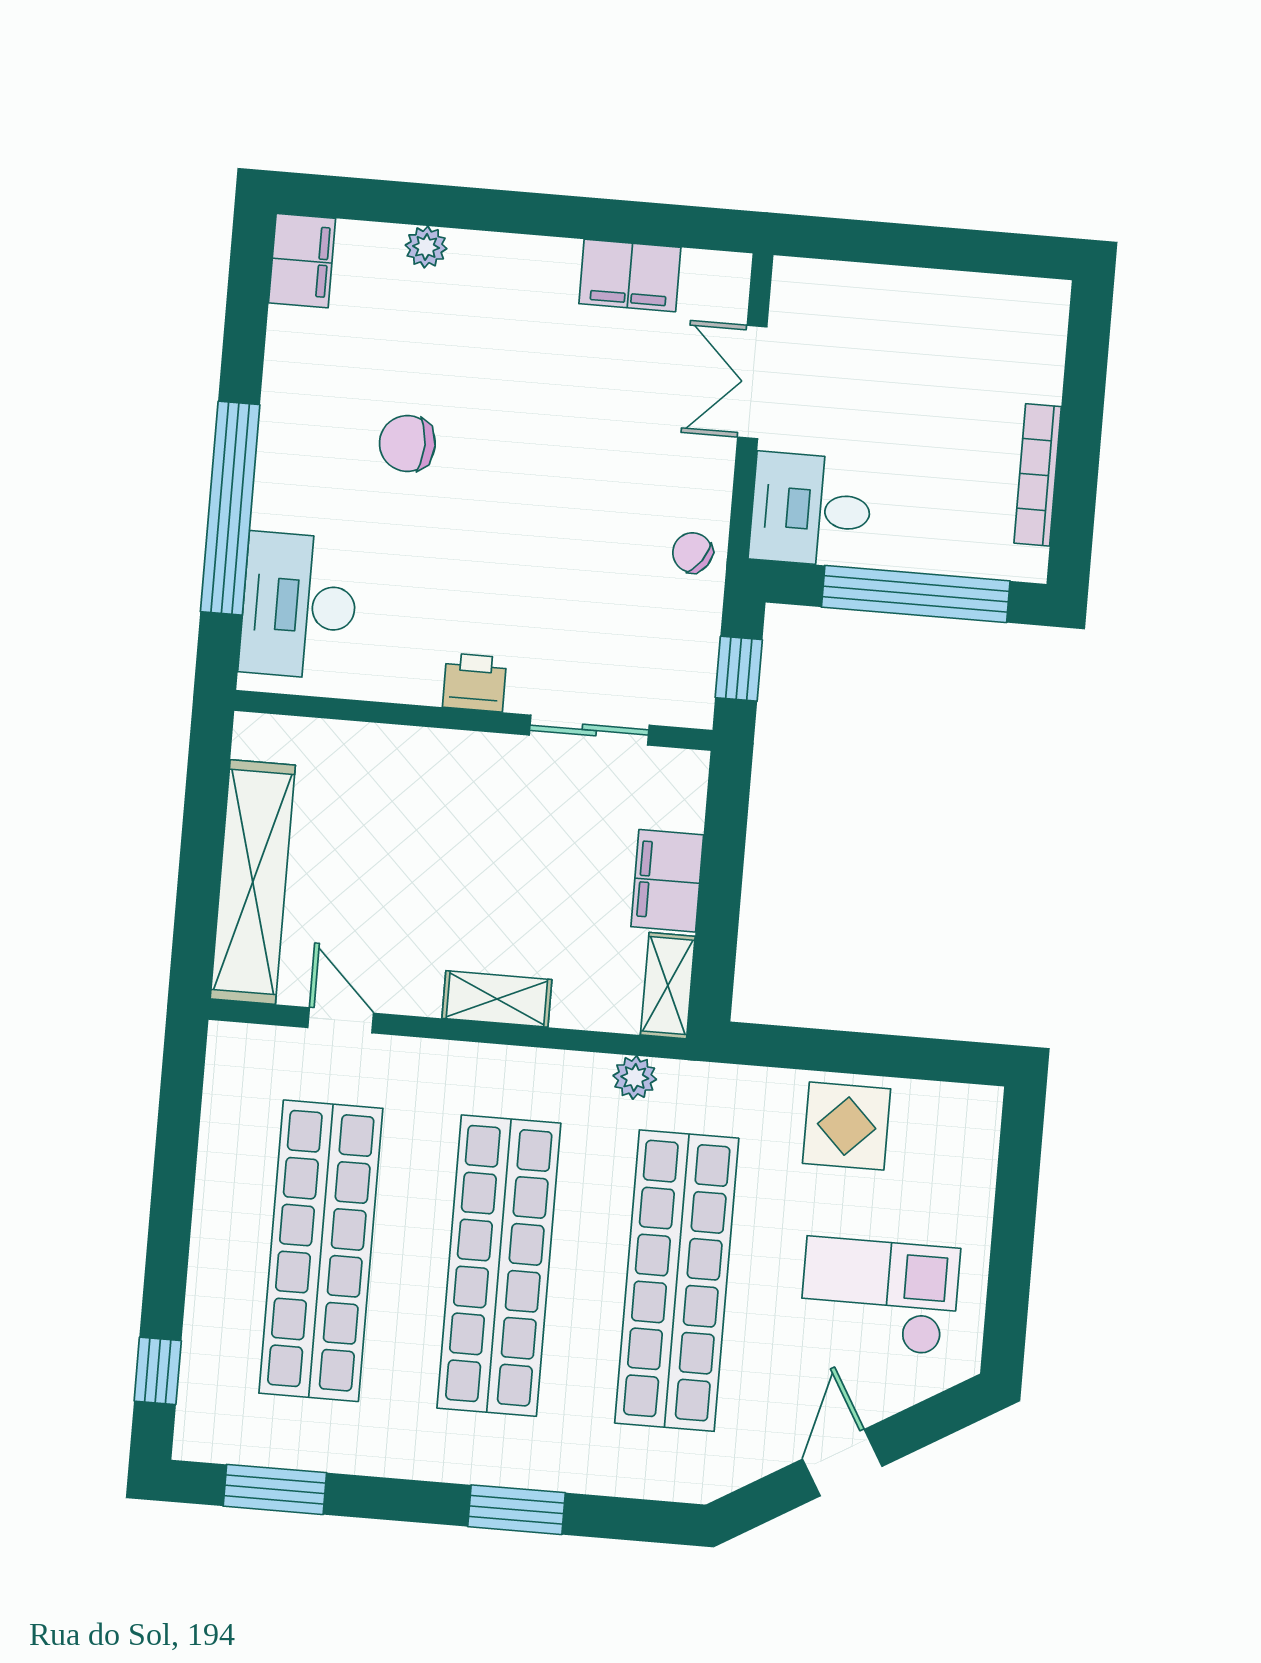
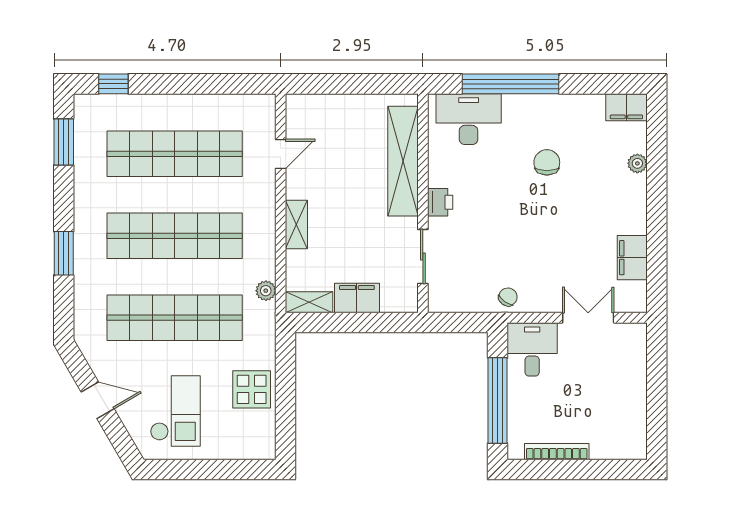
window: (739, 669) -> (457, 323), removed
shelving: (253, 882) -> (403, 161), moved, turned 90

